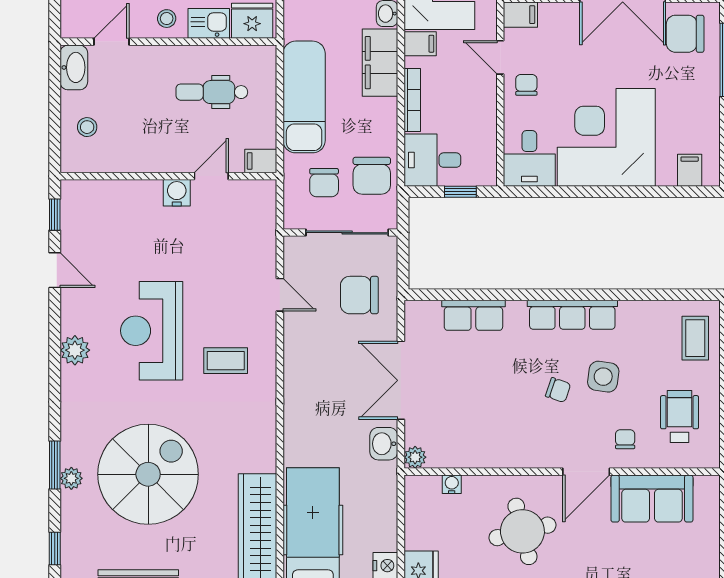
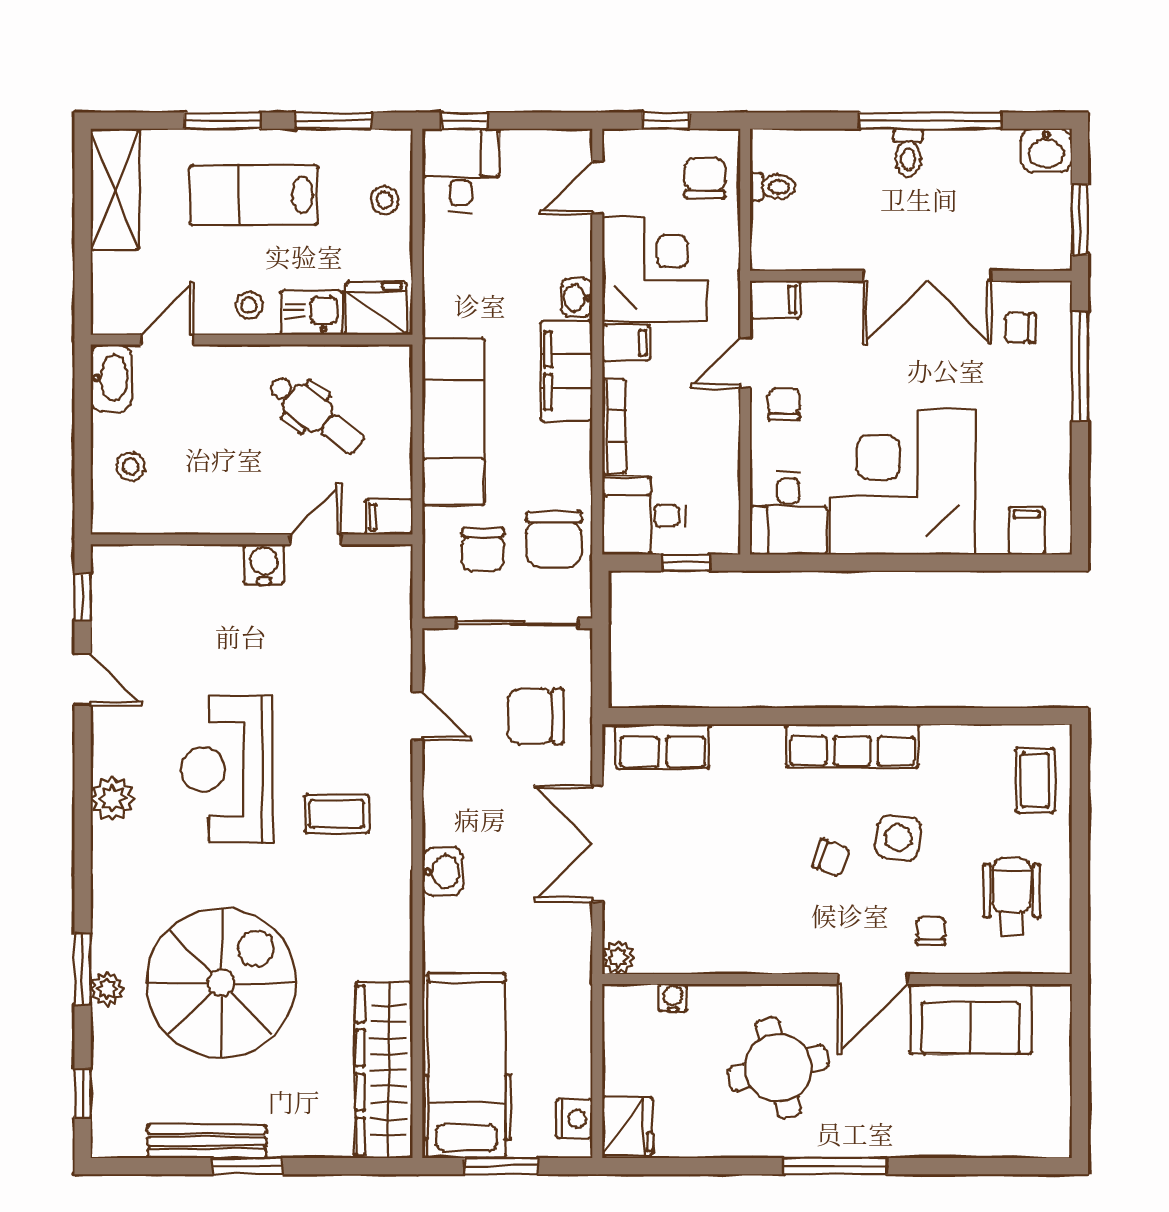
chair: (685, 34) -> (1020, 328), width x0.54, depth x0.54
door: (500, 57) -> (745, 363), hinge flipped
dental chair: (212, 92) -> (316, 415), turned -143
row of seats: (473, 315) -> (663, 747), moved
washbasin: (384, 444) -> (443, 872), moved, turned 180

